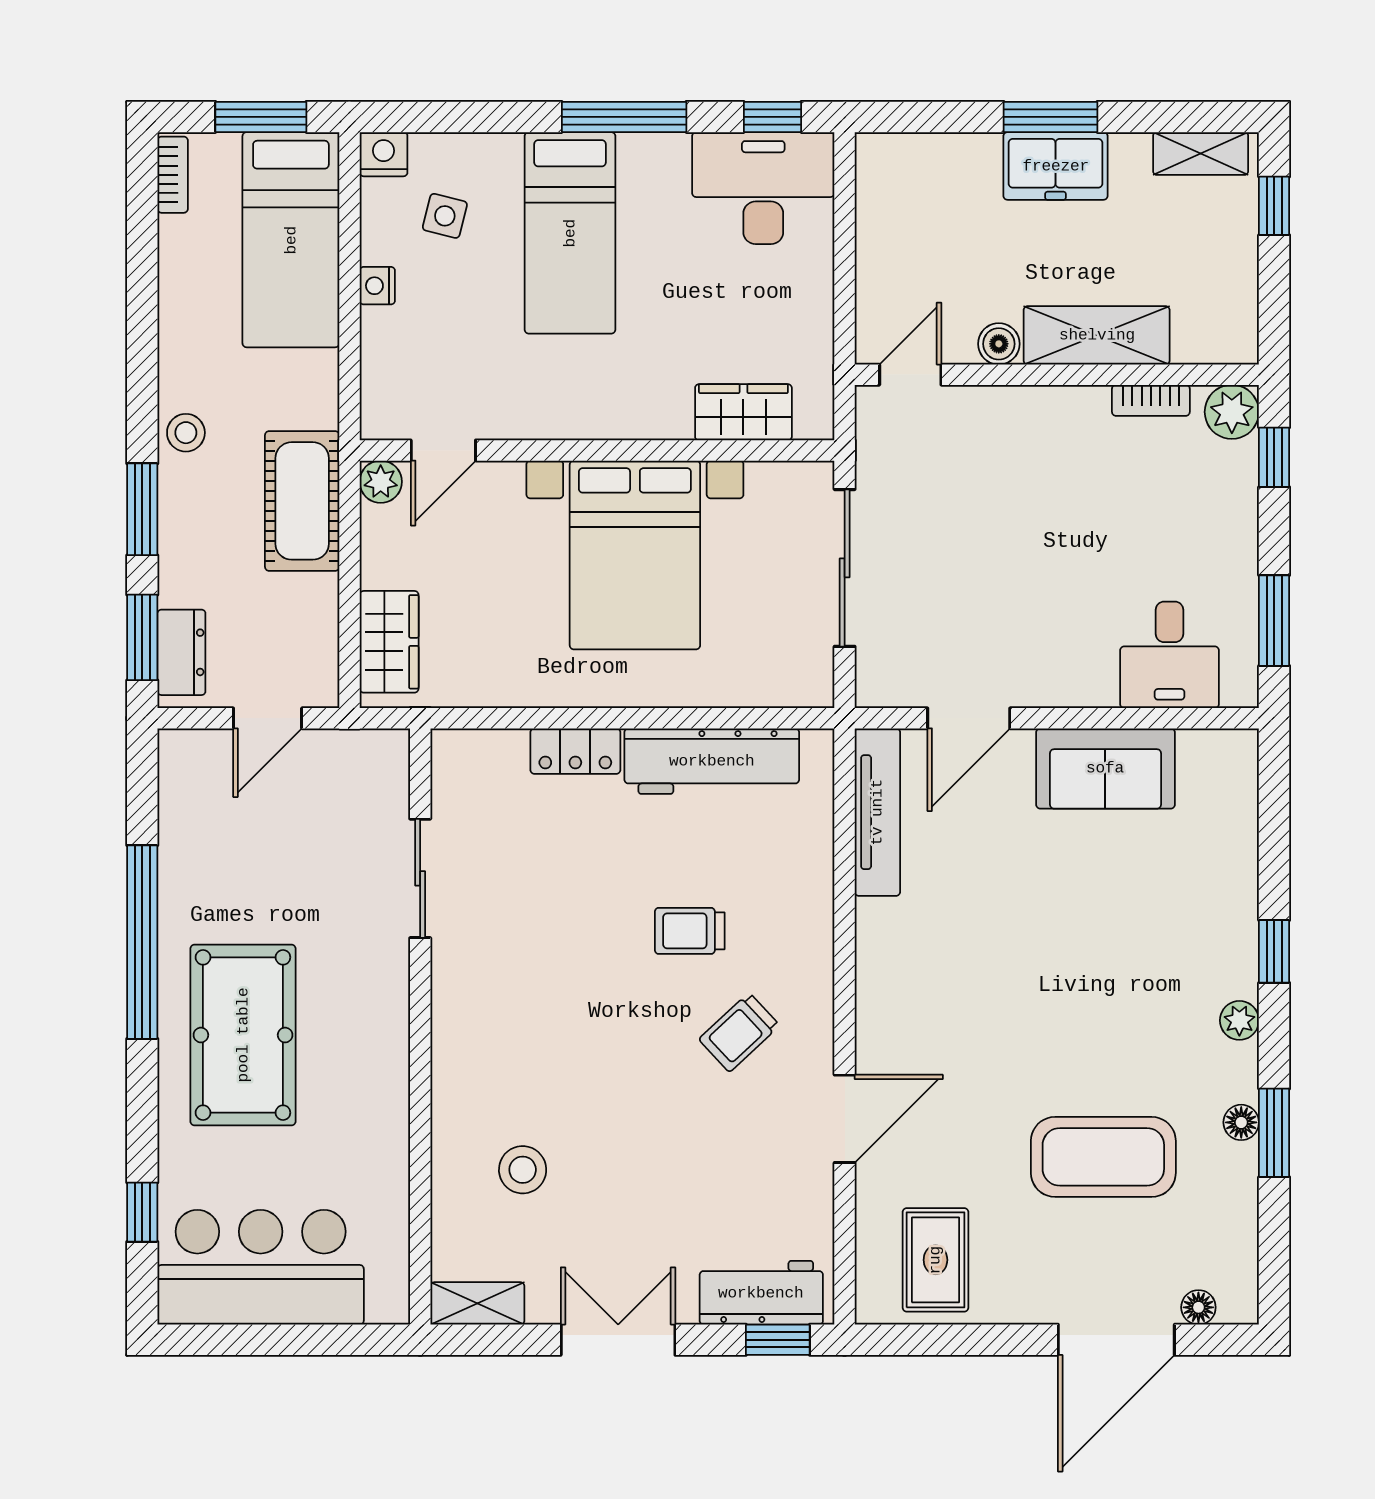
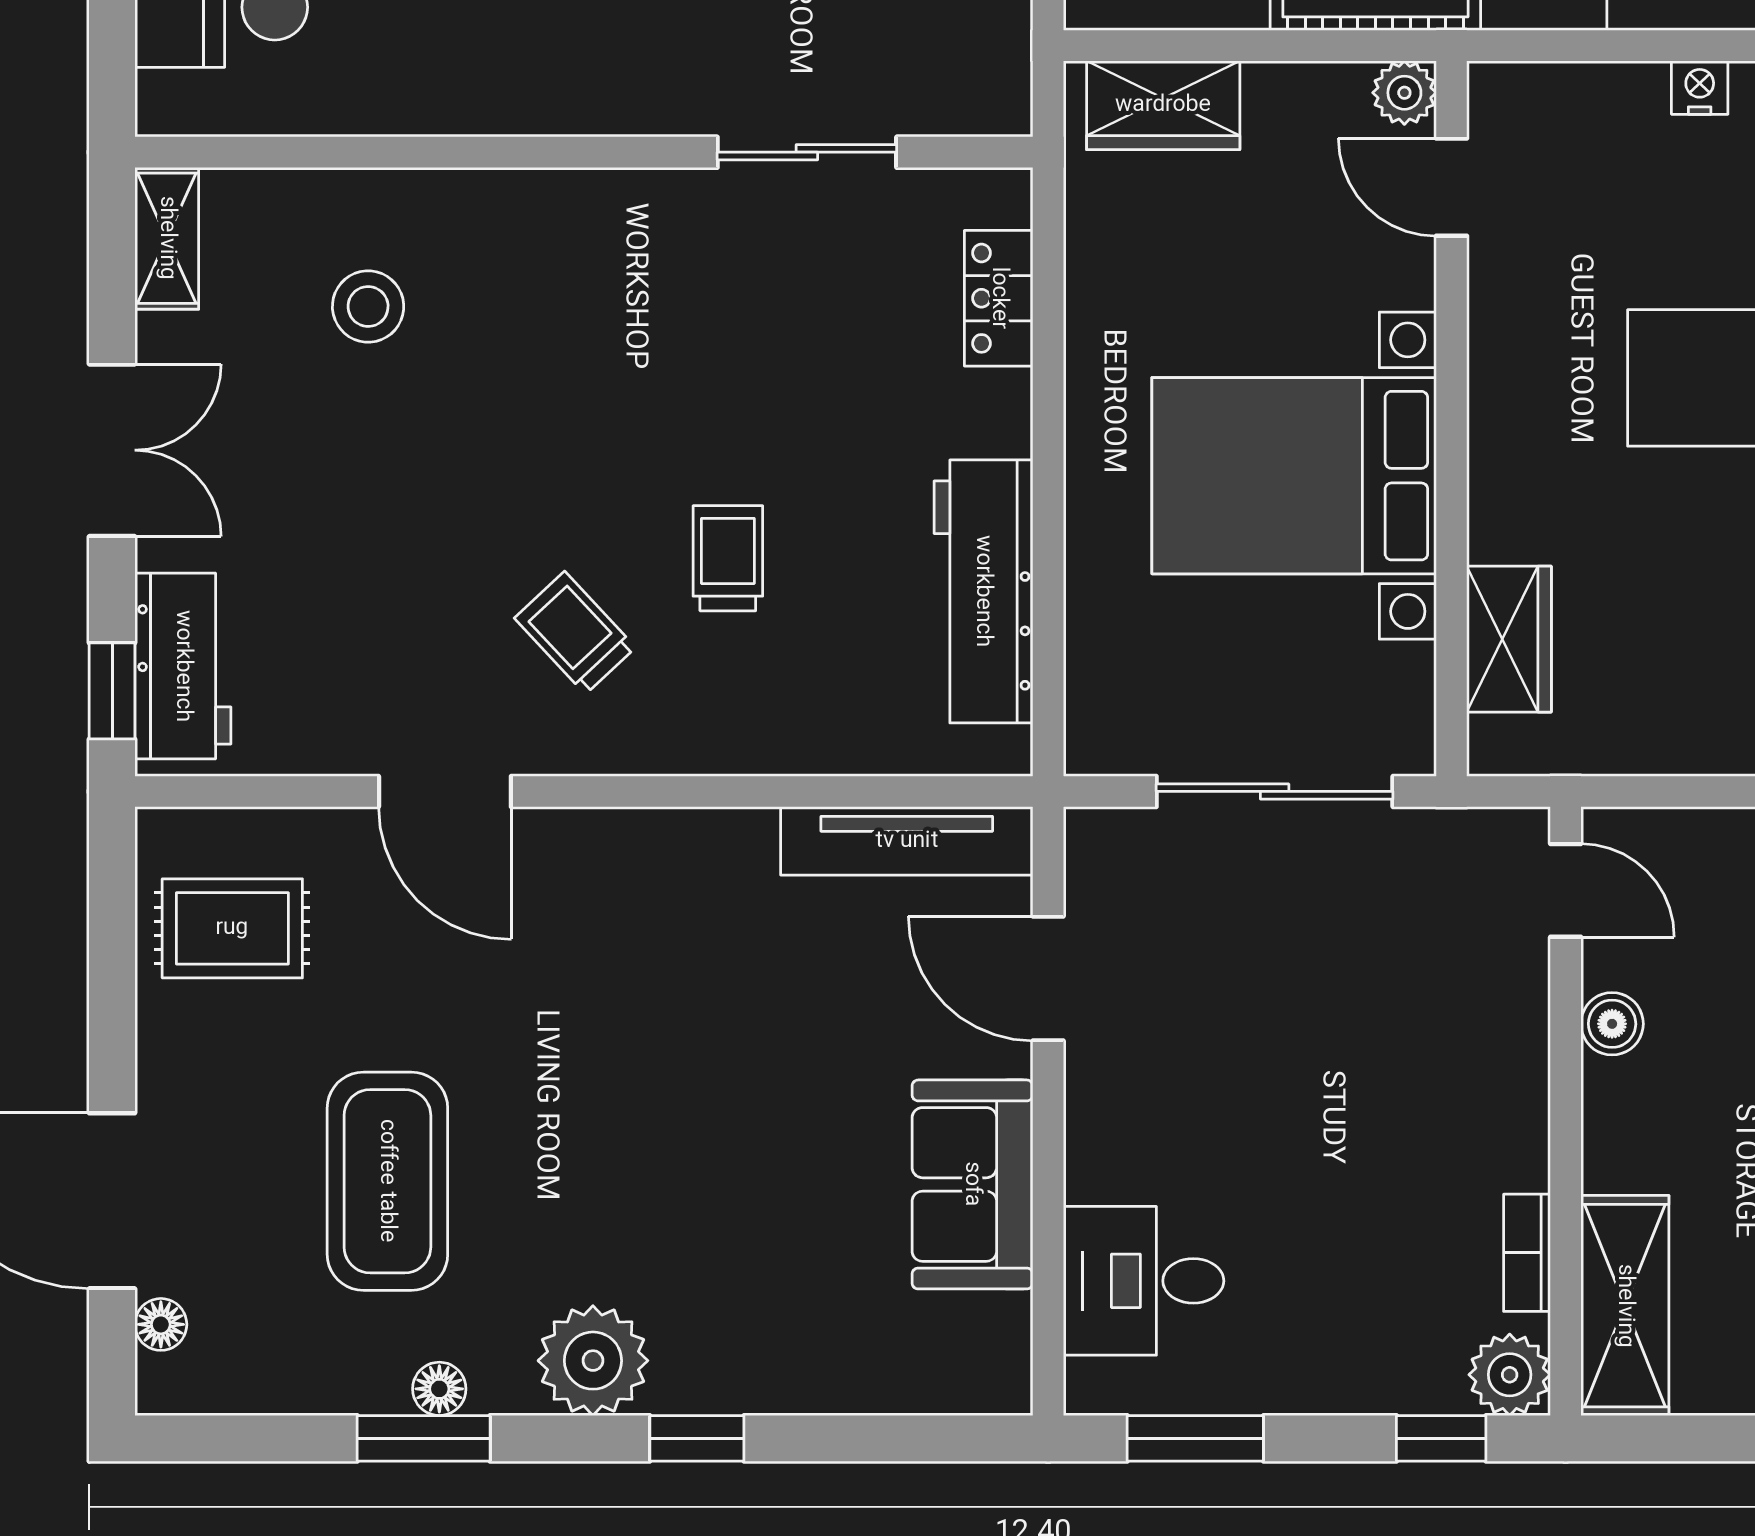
shelving: (1097, 335) -> (1625, 1306), moved
locker: (575, 751) -> (999, 298), moved
plant: (1239, 1020) -> (593, 1361), width x1.87, depth x1.87

